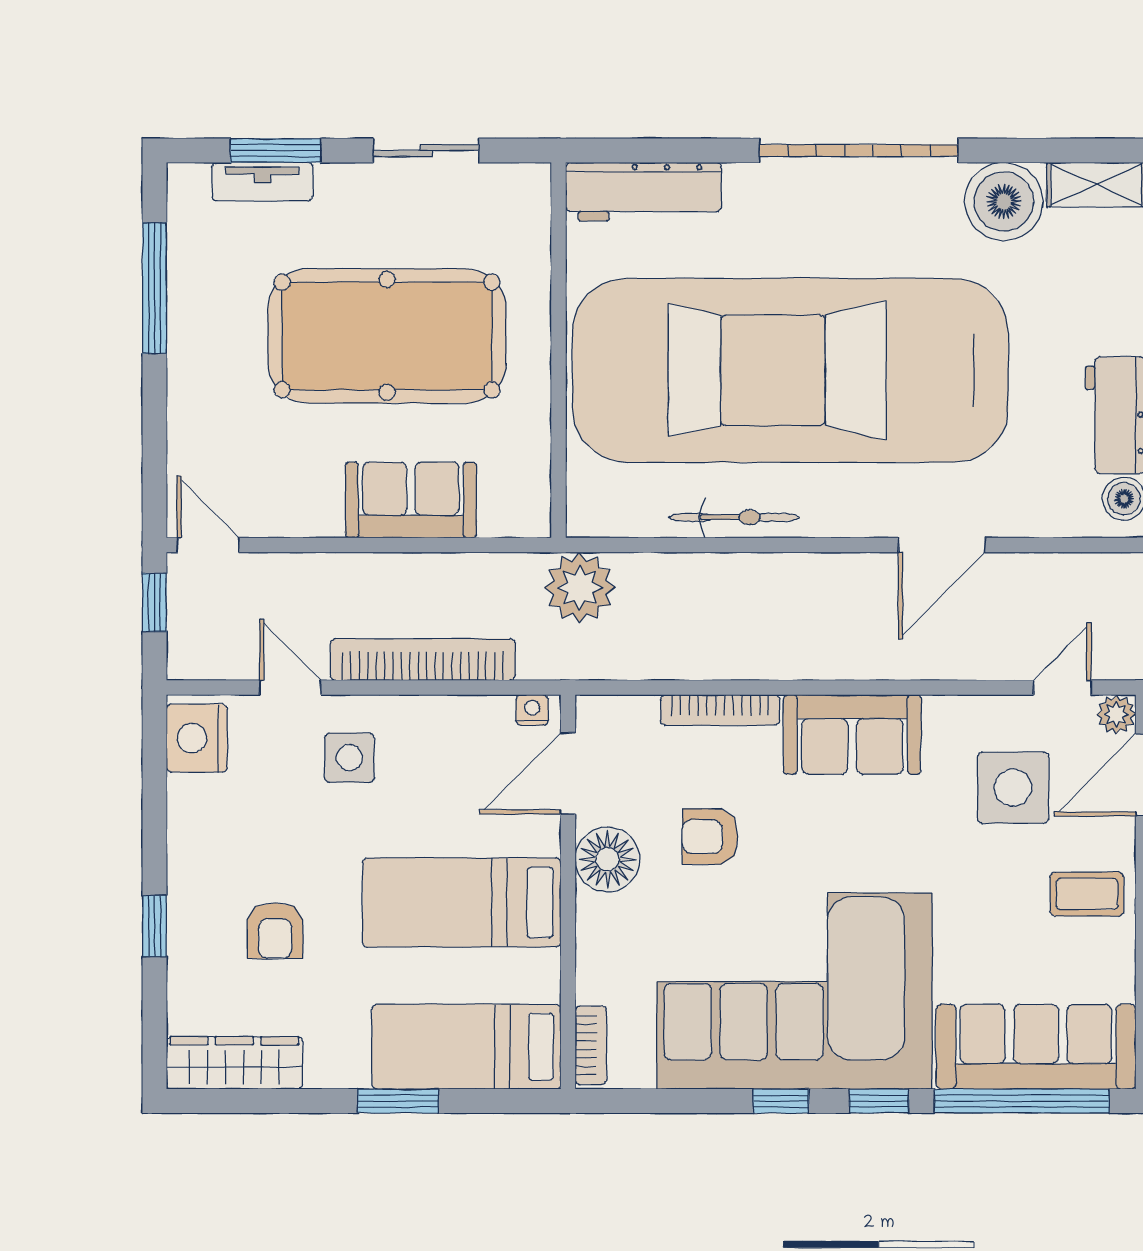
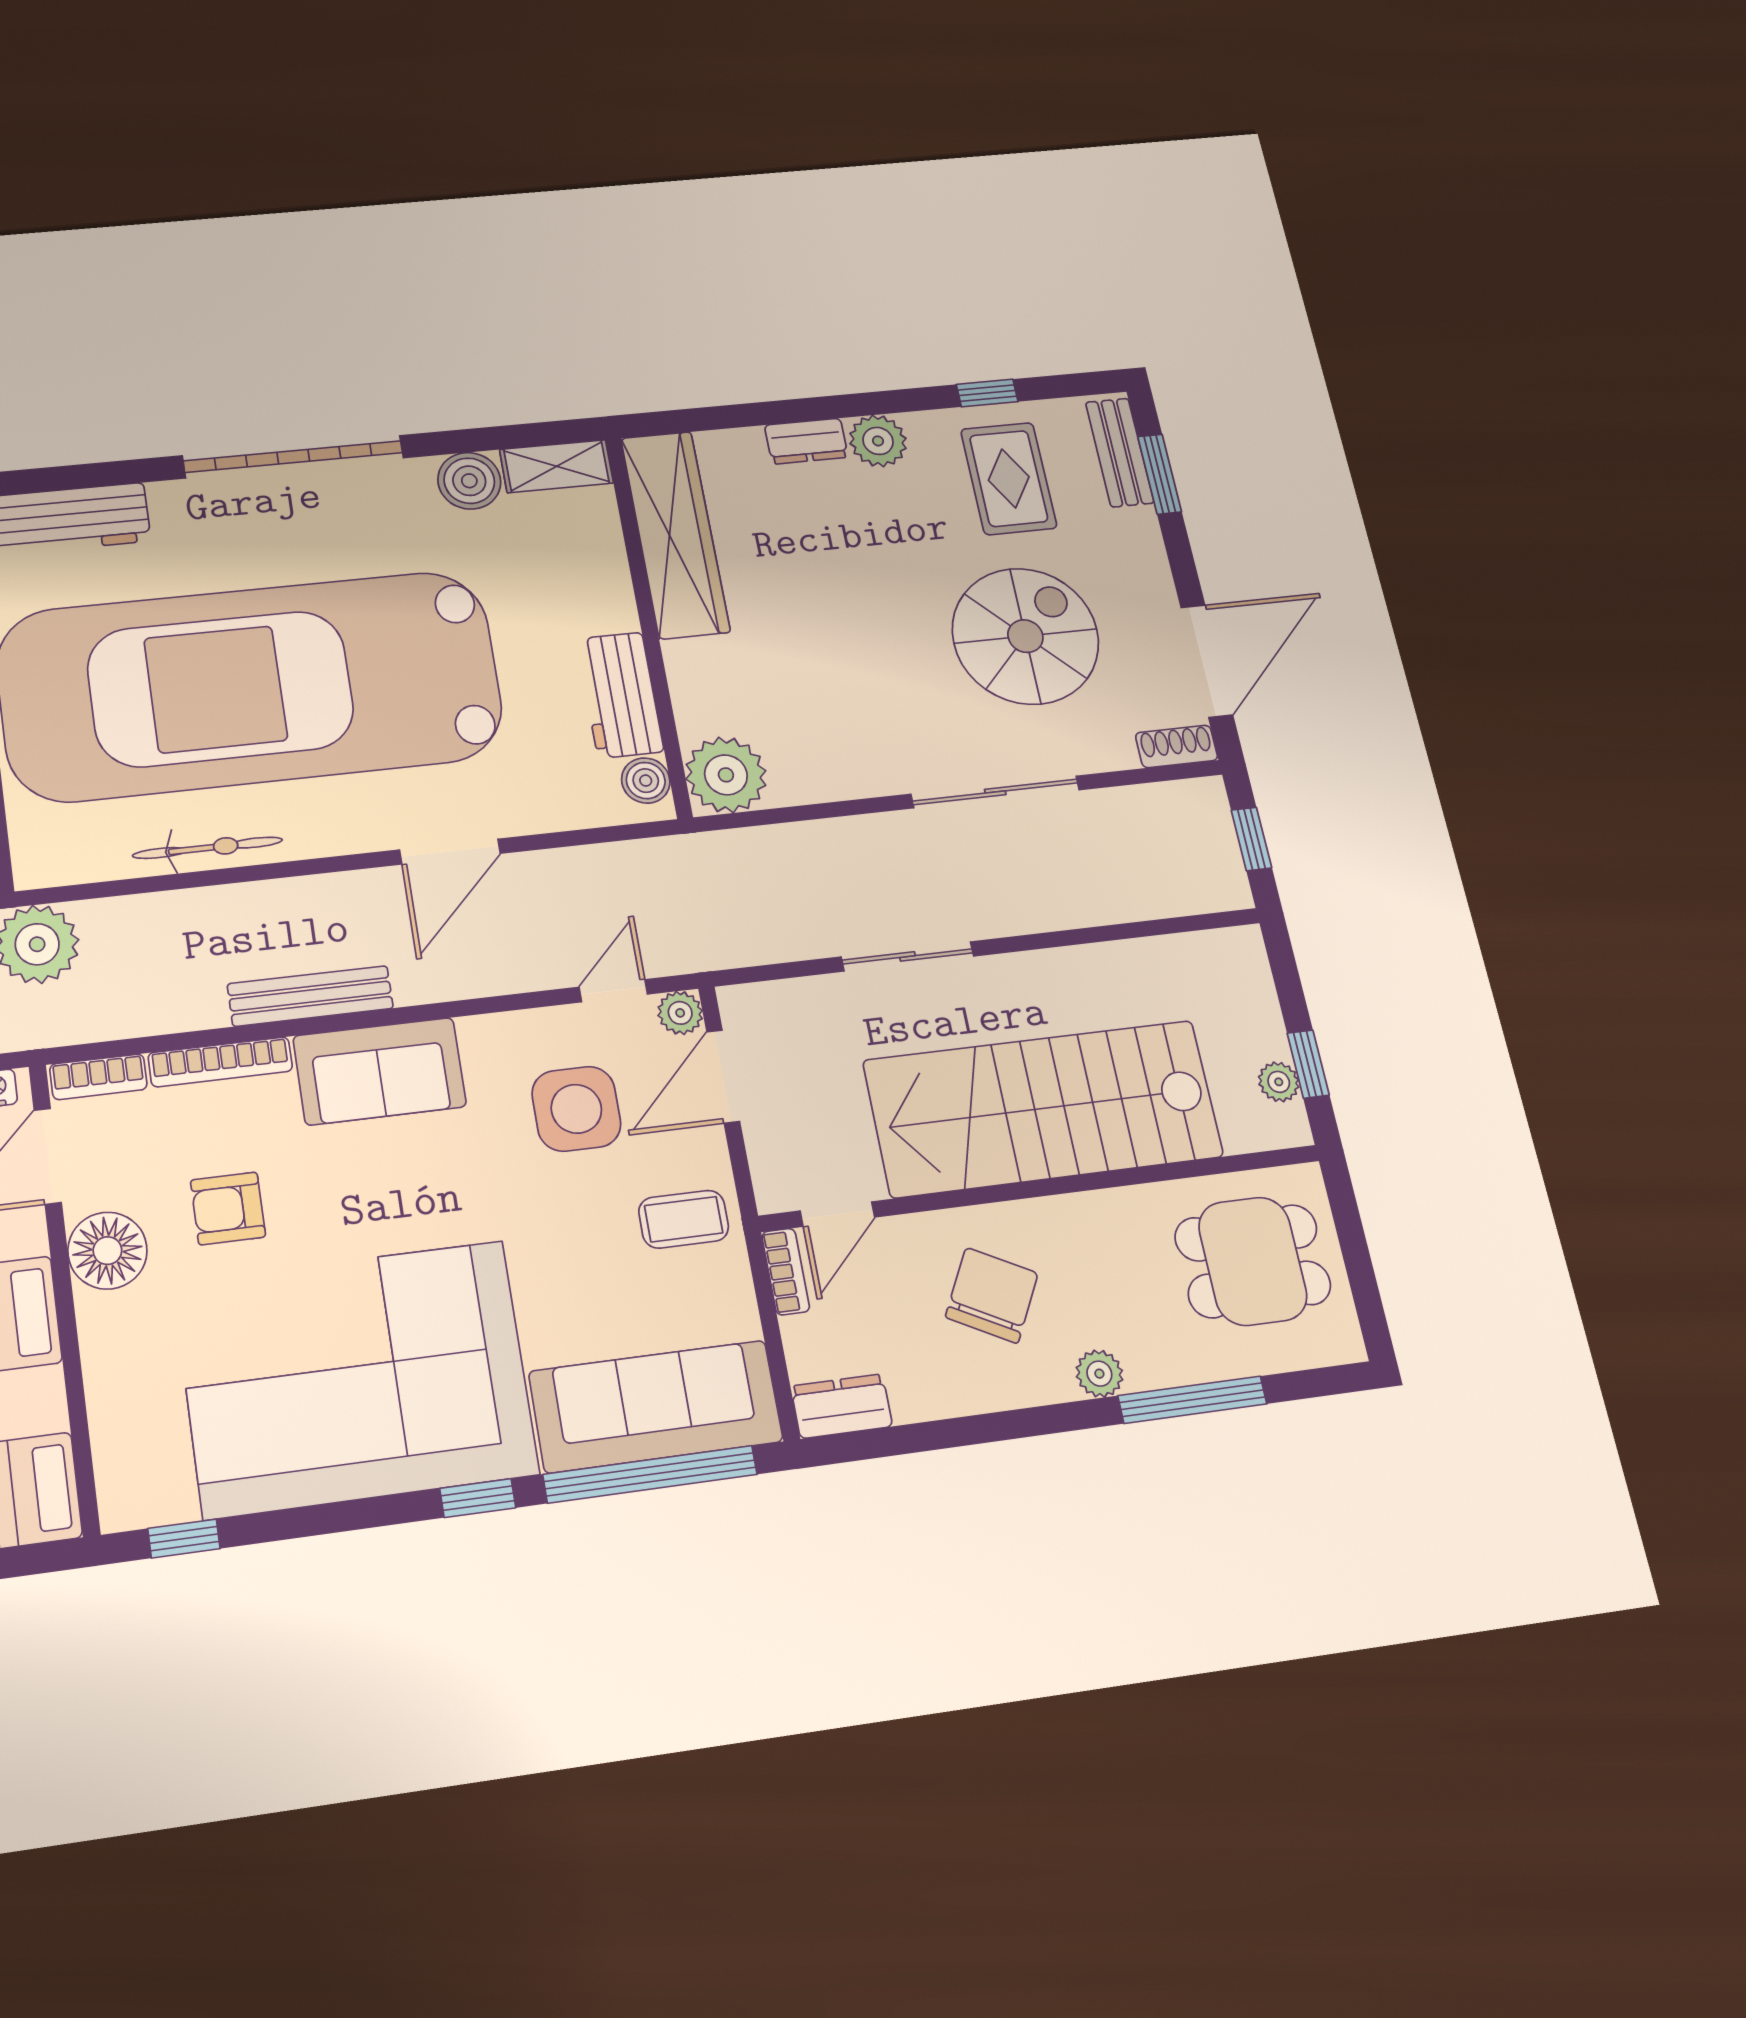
boiler: (1004, 202) -> (469, 481), width x0.73, depth x0.73
bench: (803, 661) -> (310, 996), added
bookcase: (591, 1045) -> (98, 1077), moved, turned 90
window: (781, 1101) -> (184, 1539), moved

